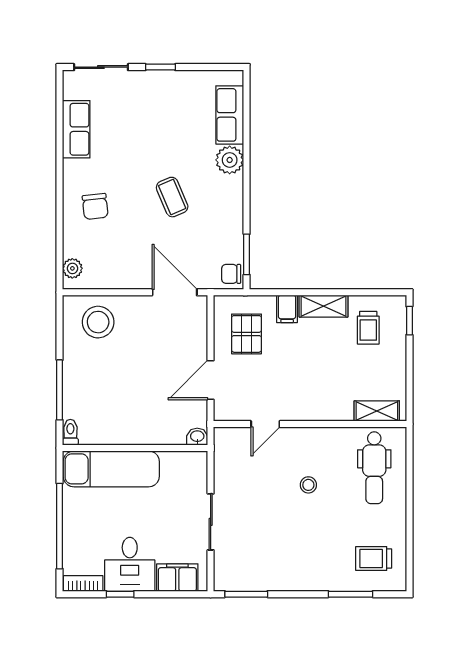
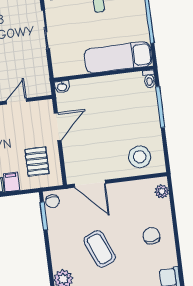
coffee table: (172, 197) -> (100, 249), width x1.36, depth x1.30
chair: (231, 274) -> (53, 201), turned 90

